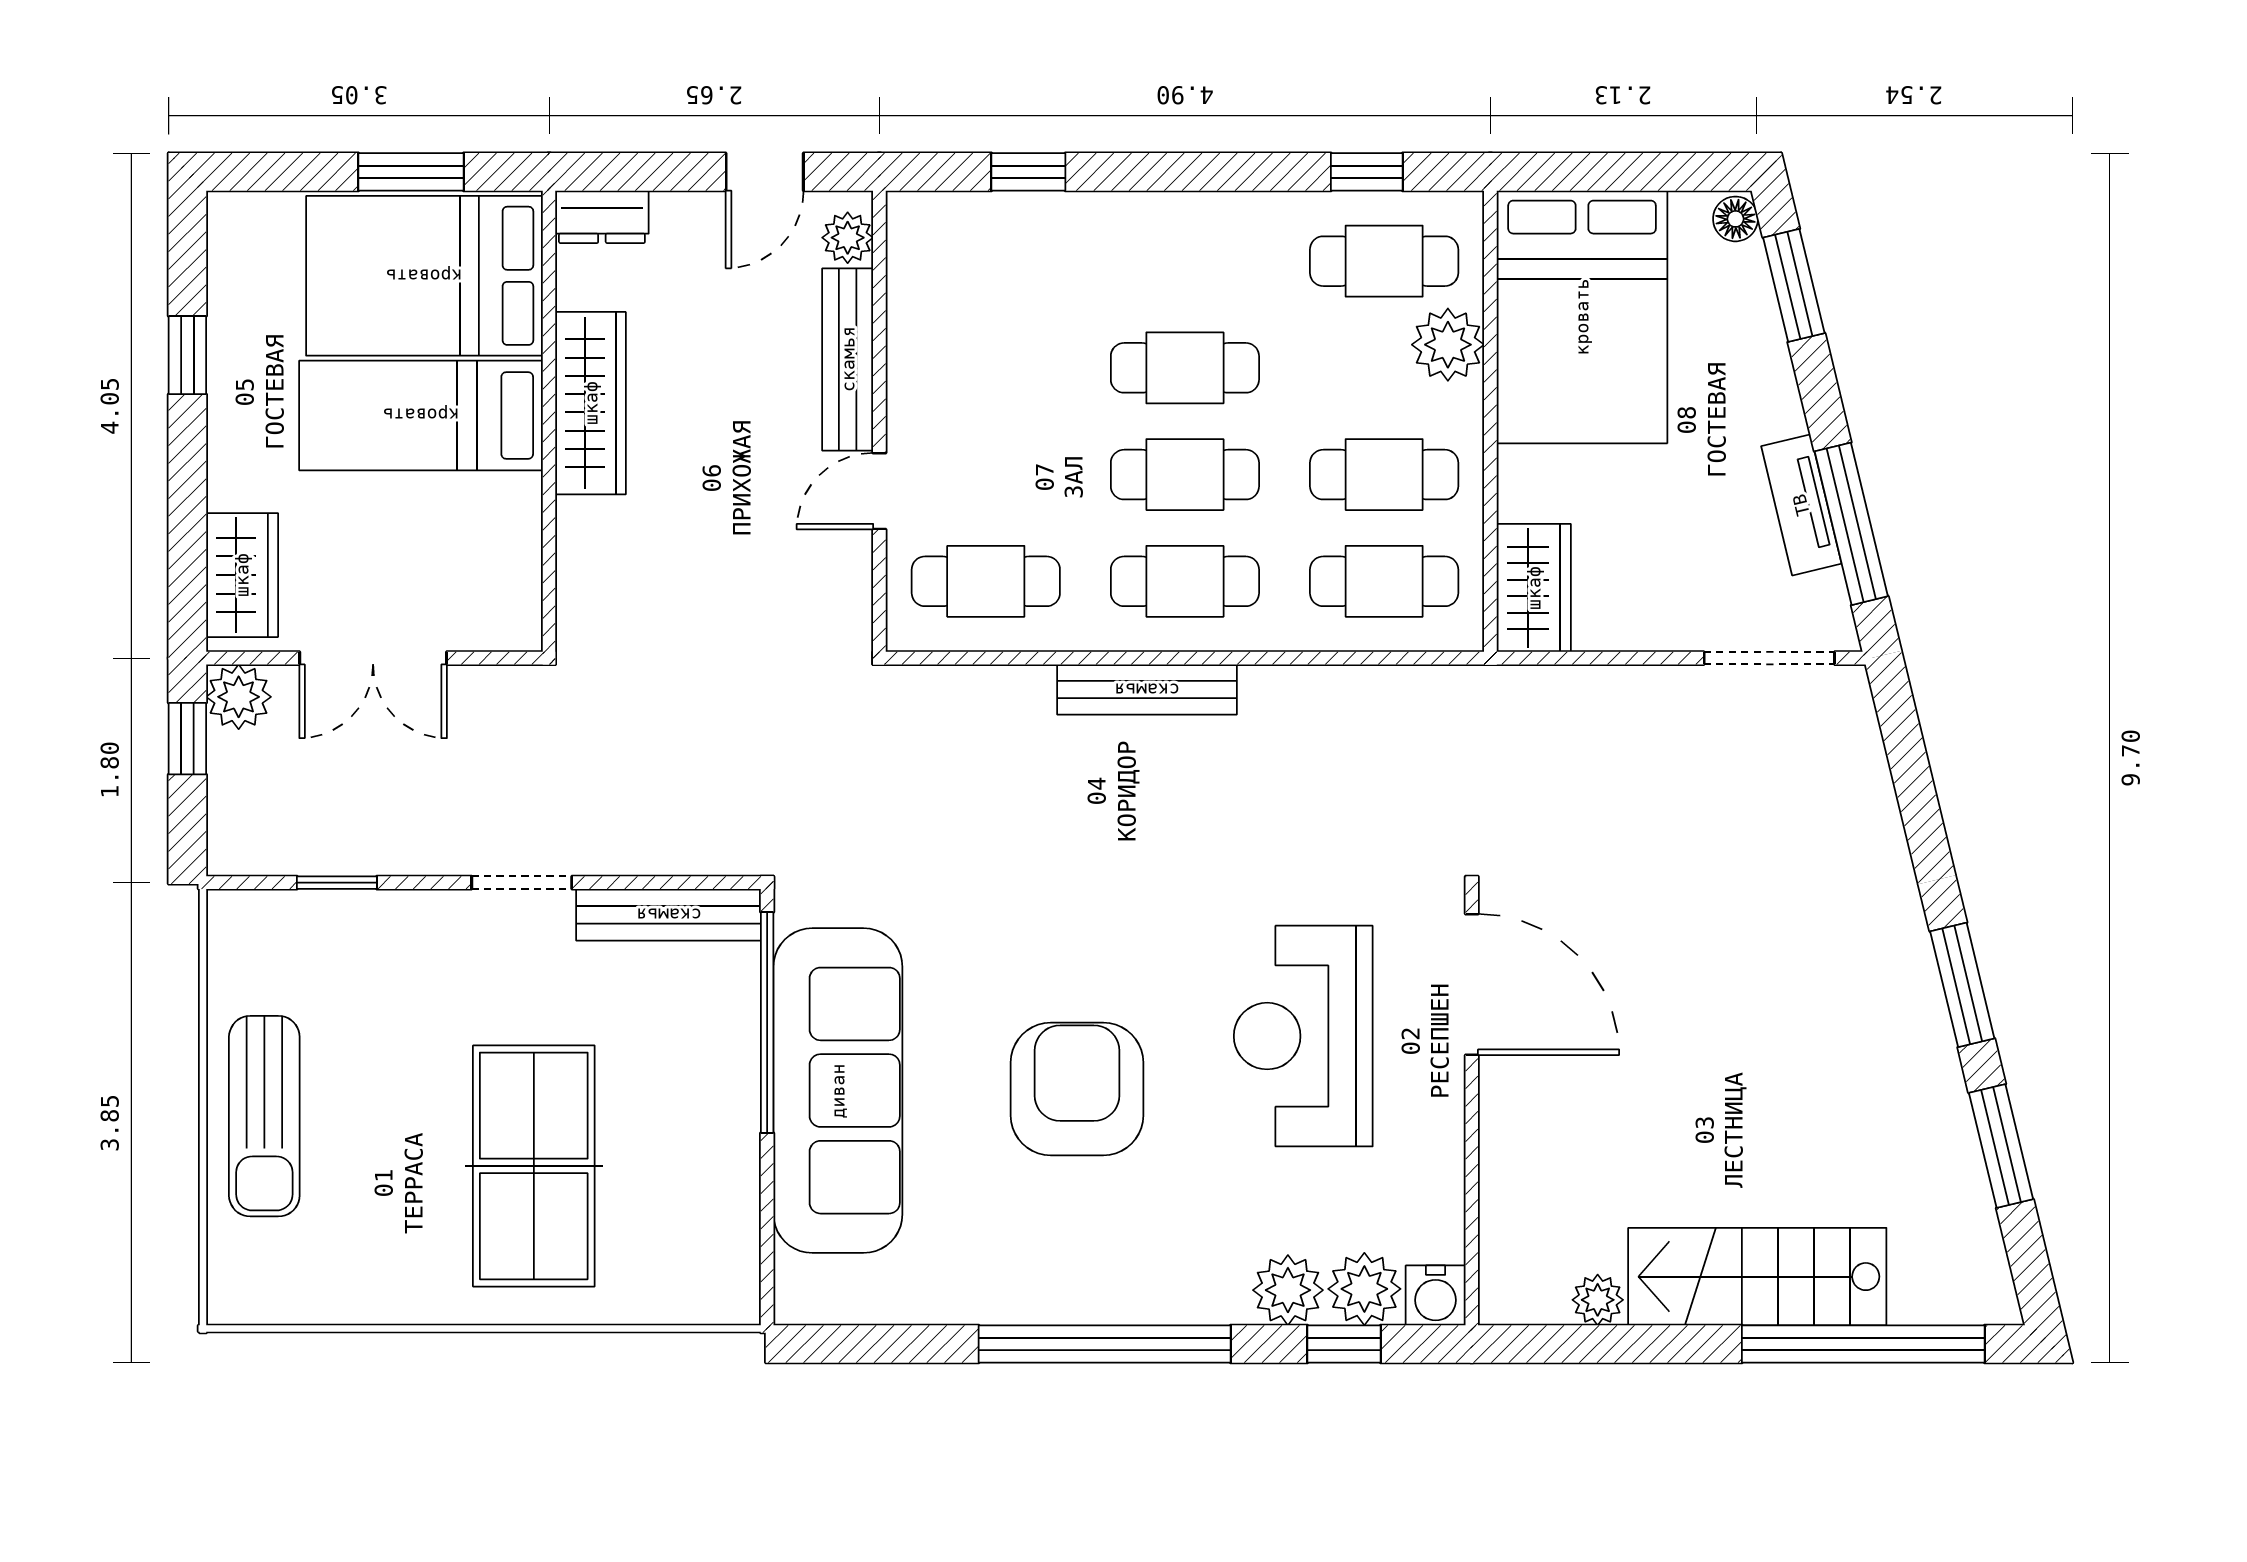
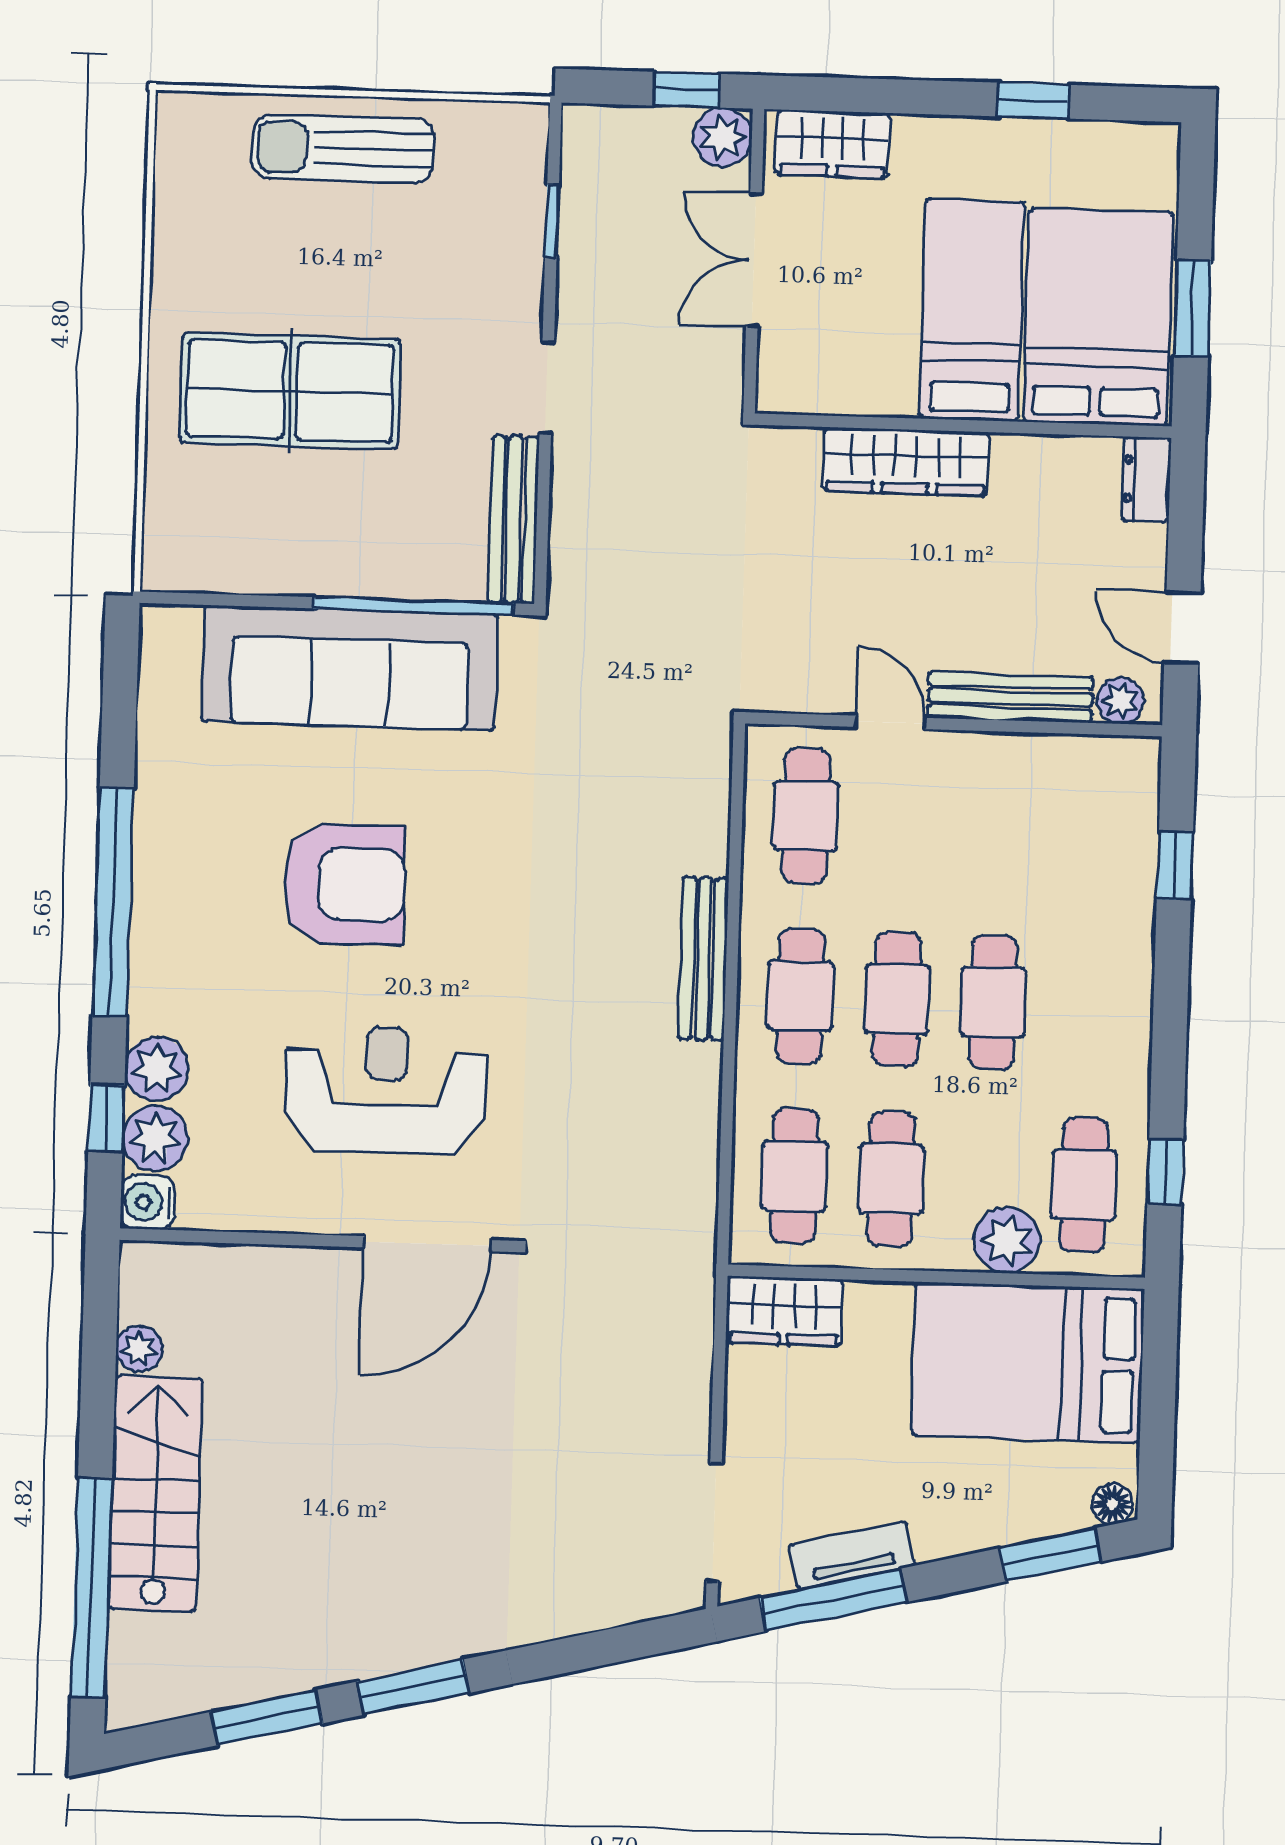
wardrobe: (591, 403) -> (906, 461), moved

